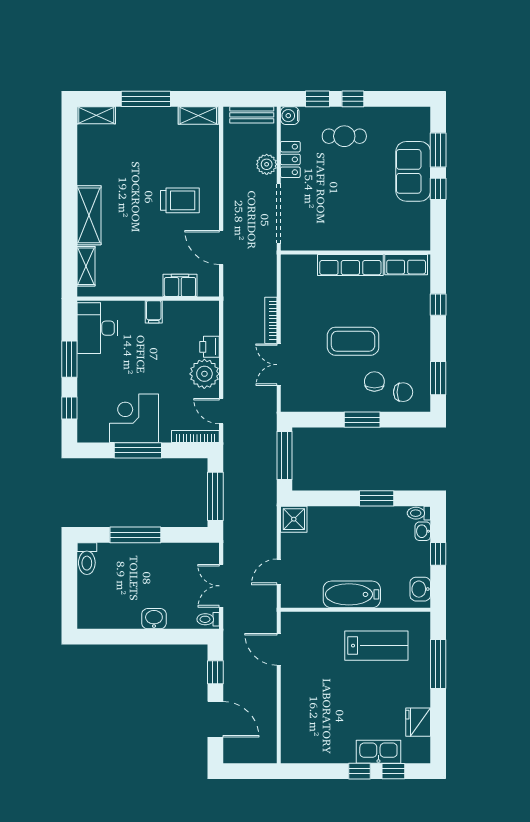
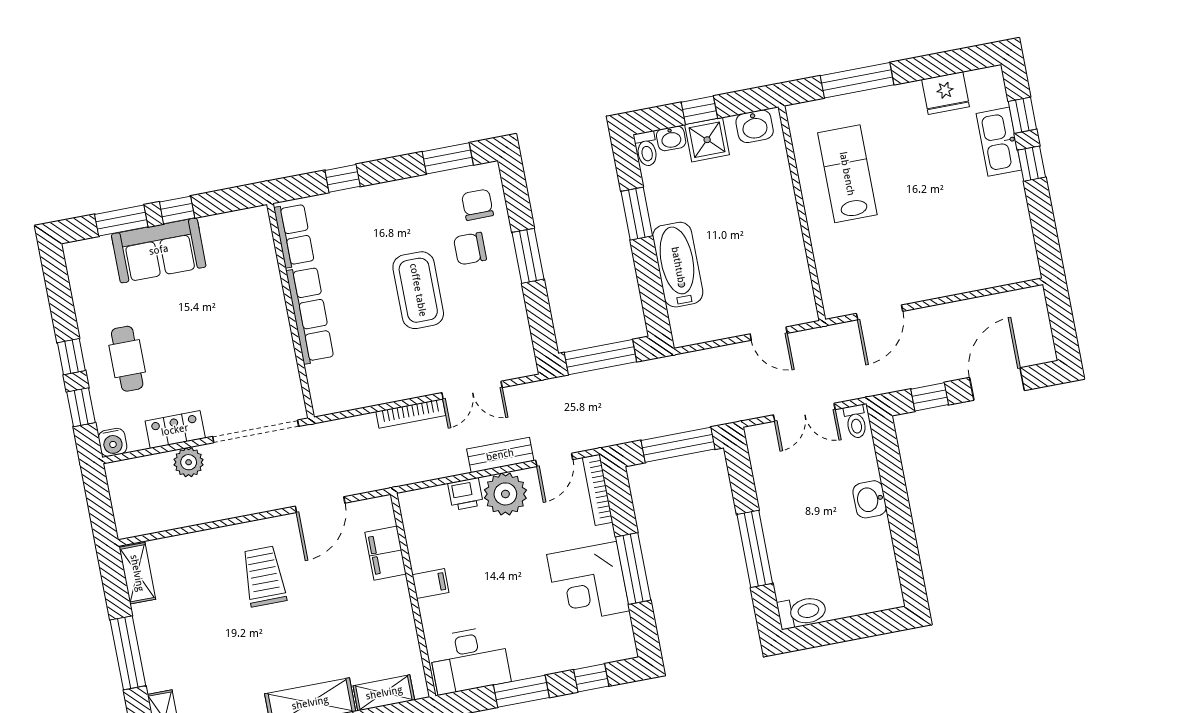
bench: (252, 115) -> (500, 455), moved, turned 90
shower: (294, 519) -> (707, 140), moved
bathtub: (352, 594) -> (678, 265), moved, turned 180

